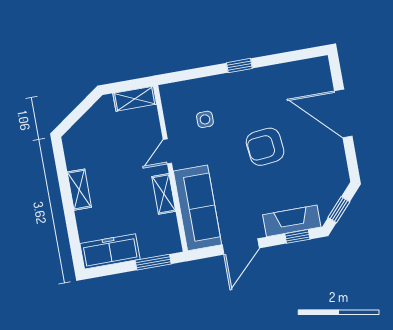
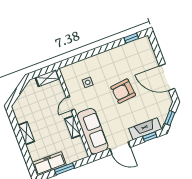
window: (239, 66) -> (131, 38), moved
door: (343, 113) -> (167, 77), moved
door: (241, 247) -> (120, 148), hinge flipped
window: (153, 262) -> (64, 169), moved

